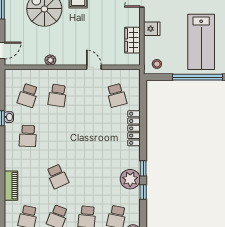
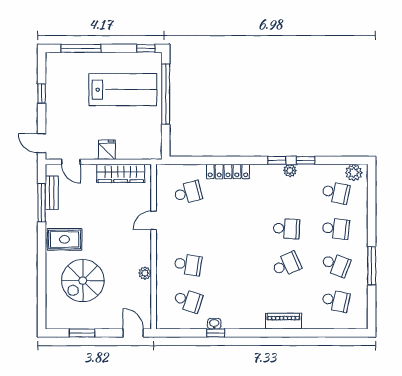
wardrobe: (132, 40) -> (121, 173), width x1.50
stool: (157, 64) -> (150, 144), removed
school desk: (28, 136) -> (286, 229), moved
plant: (130, 179) -> (290, 171), width x0.53, depth x0.53
piano: (11, 186) -> (284, 321), moved

